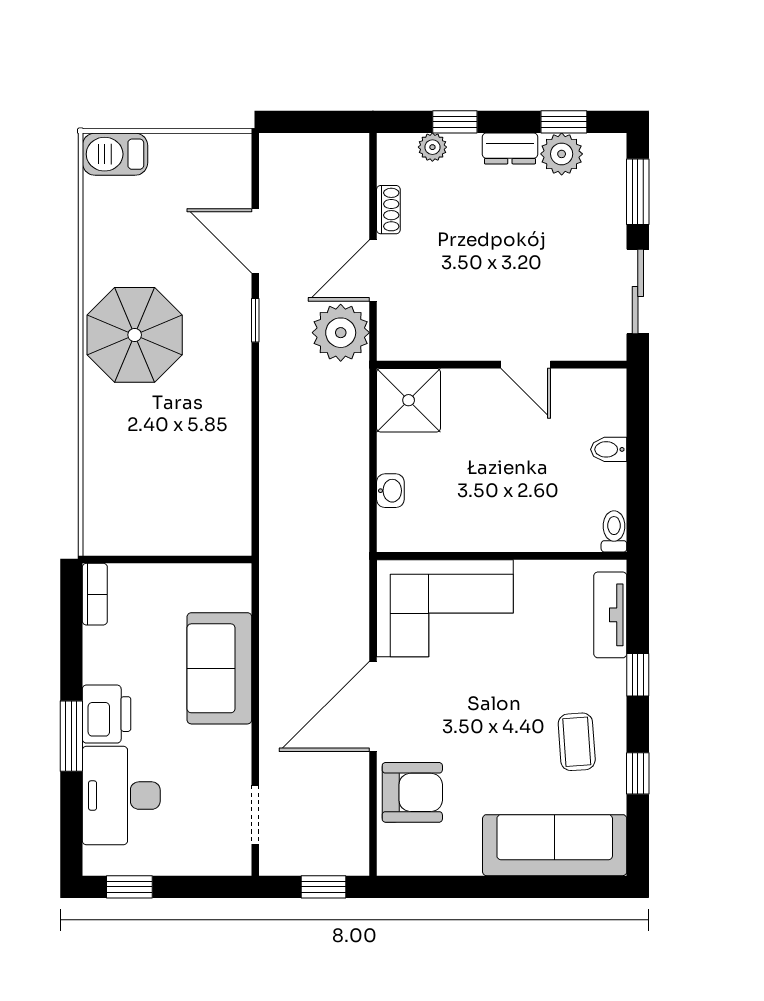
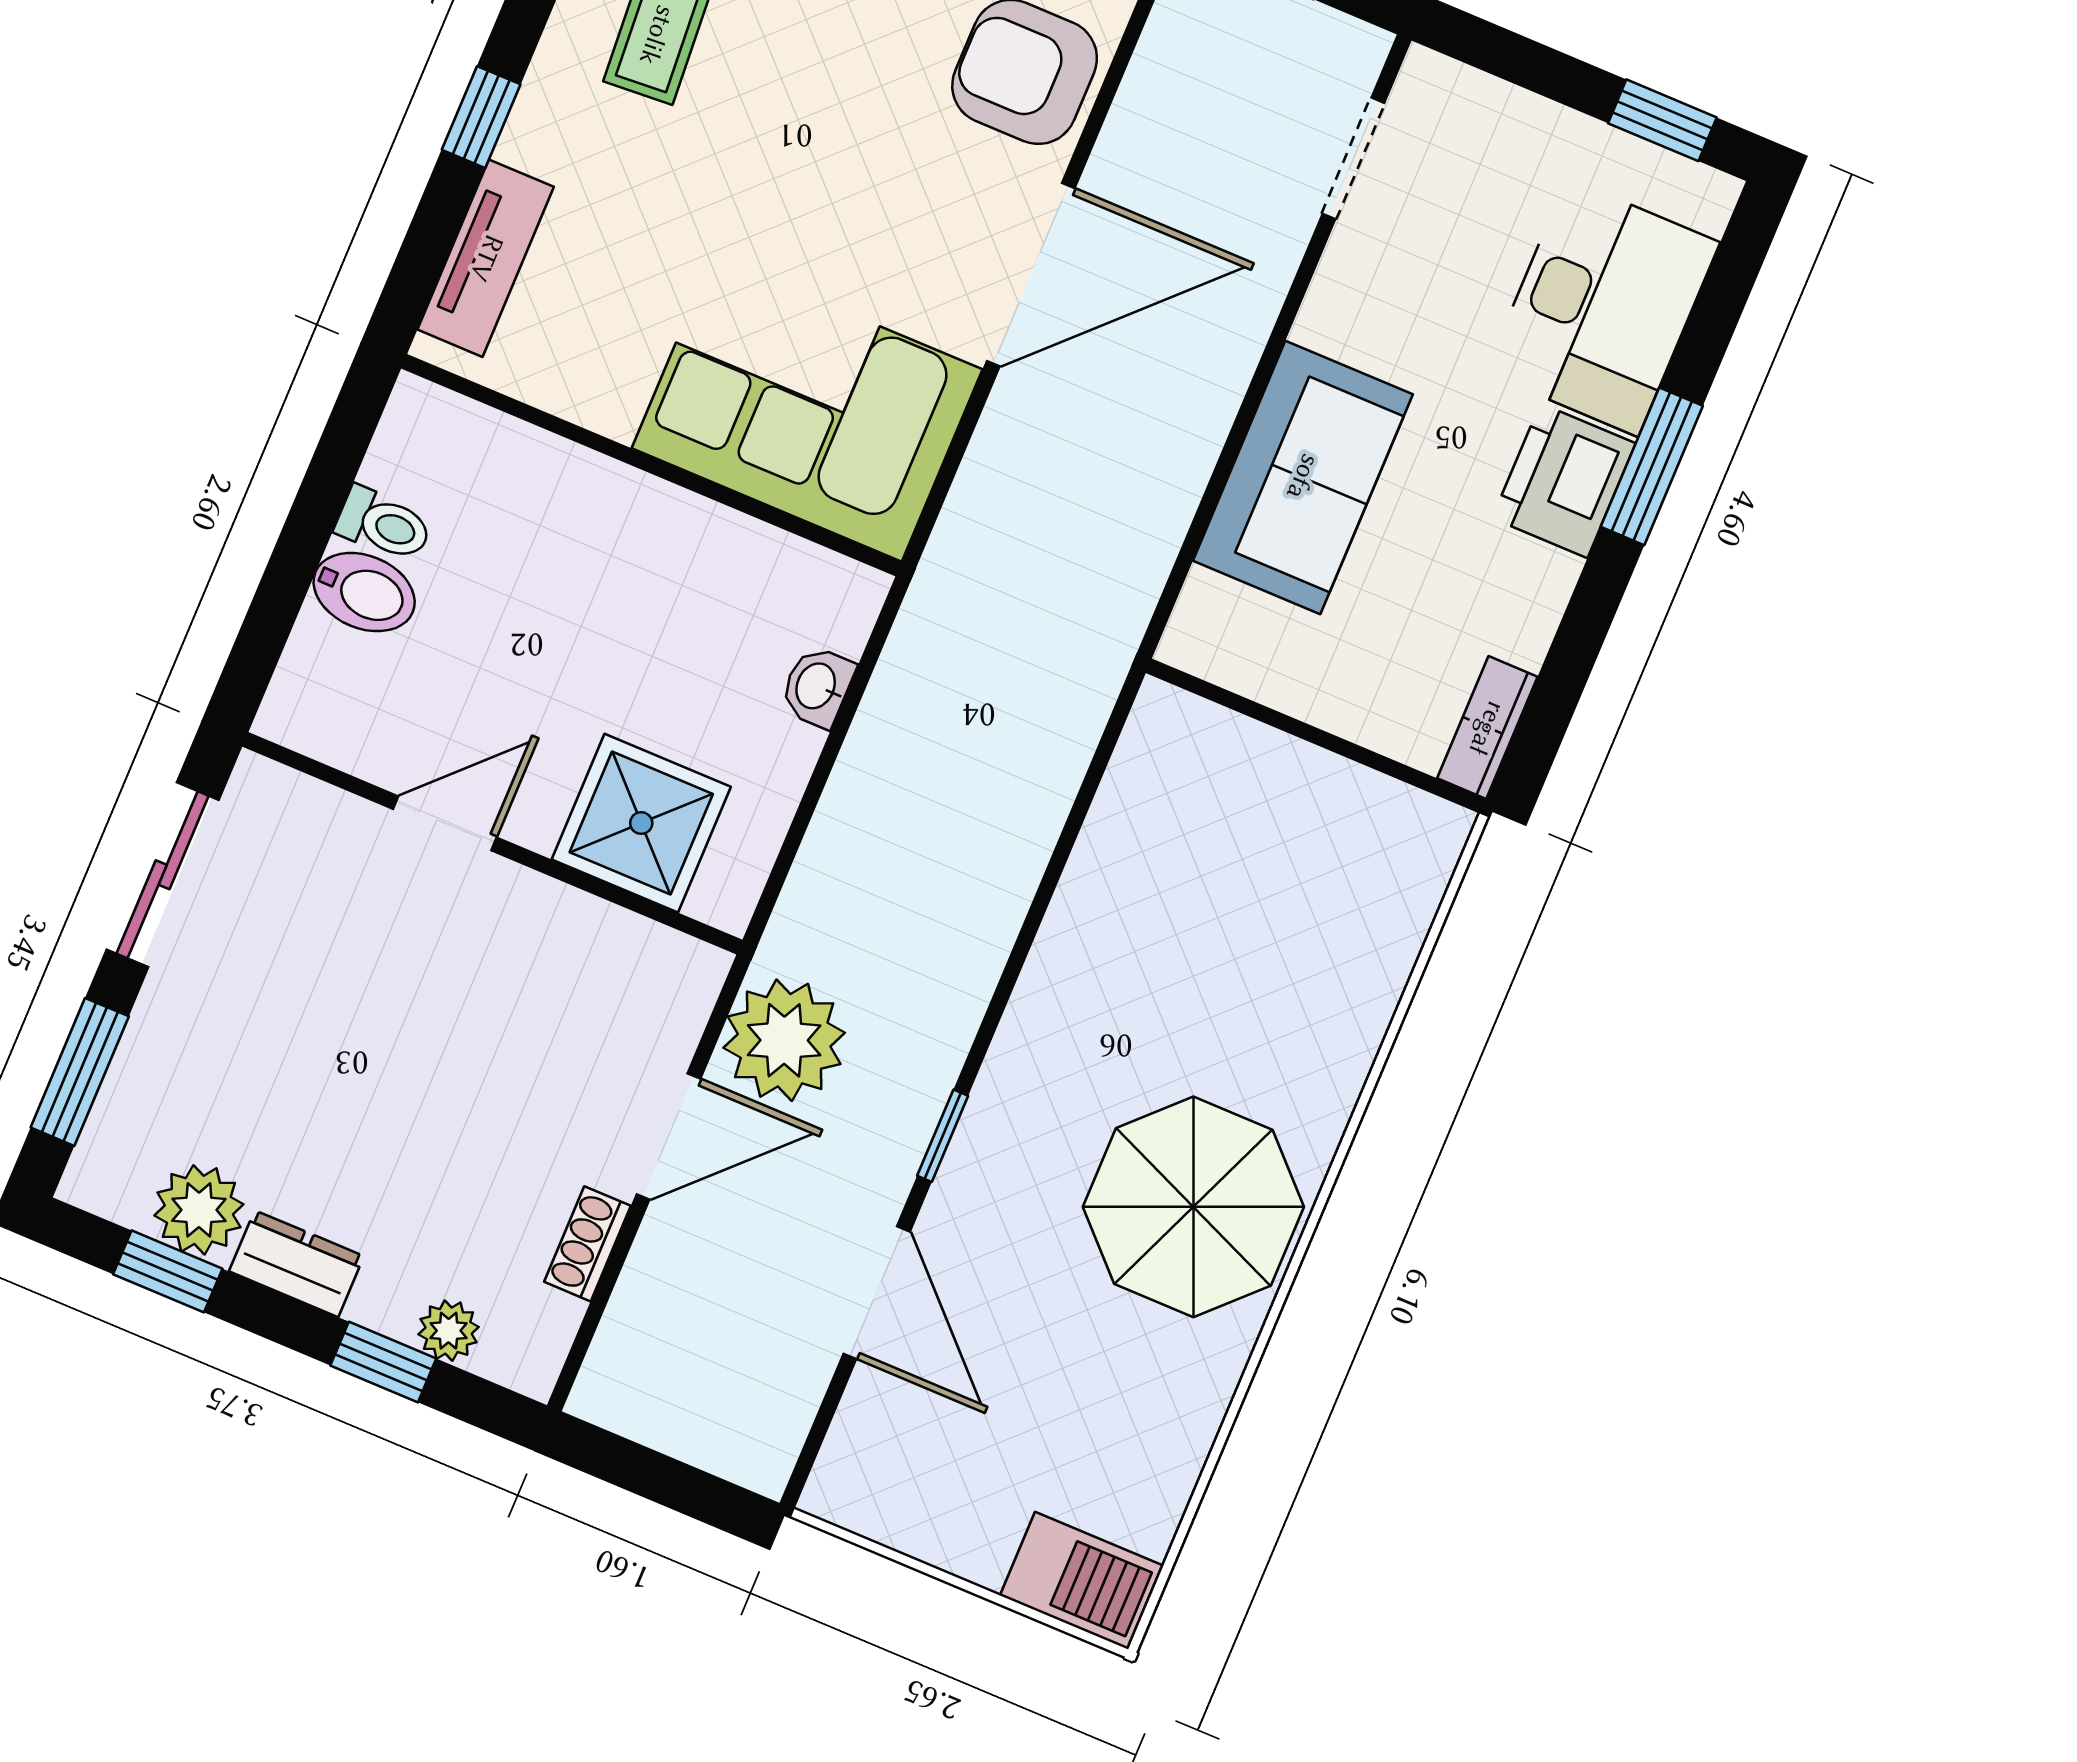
door: (526, 365) -> (445, 823), hinge flipped
shower: (409, 400) -> (641, 823), moved
bidet: (609, 449) -> (364, 592), width x1.38, depth x1.36
toilet: (614, 531) -> (384, 524), moved, turned -90

